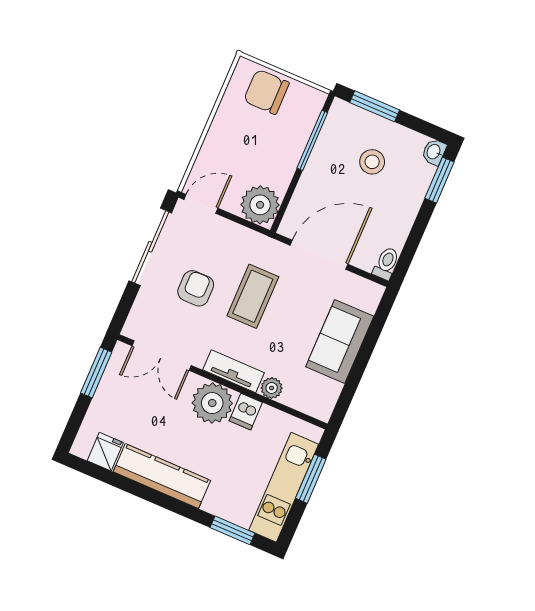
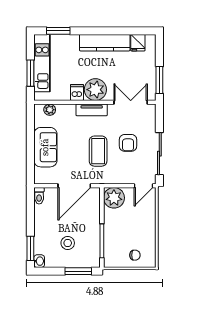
chair: (266, 92) -> (135, 255), width x0.54, depth x0.54
plant: (272, 388) -> (50, 110), moved

